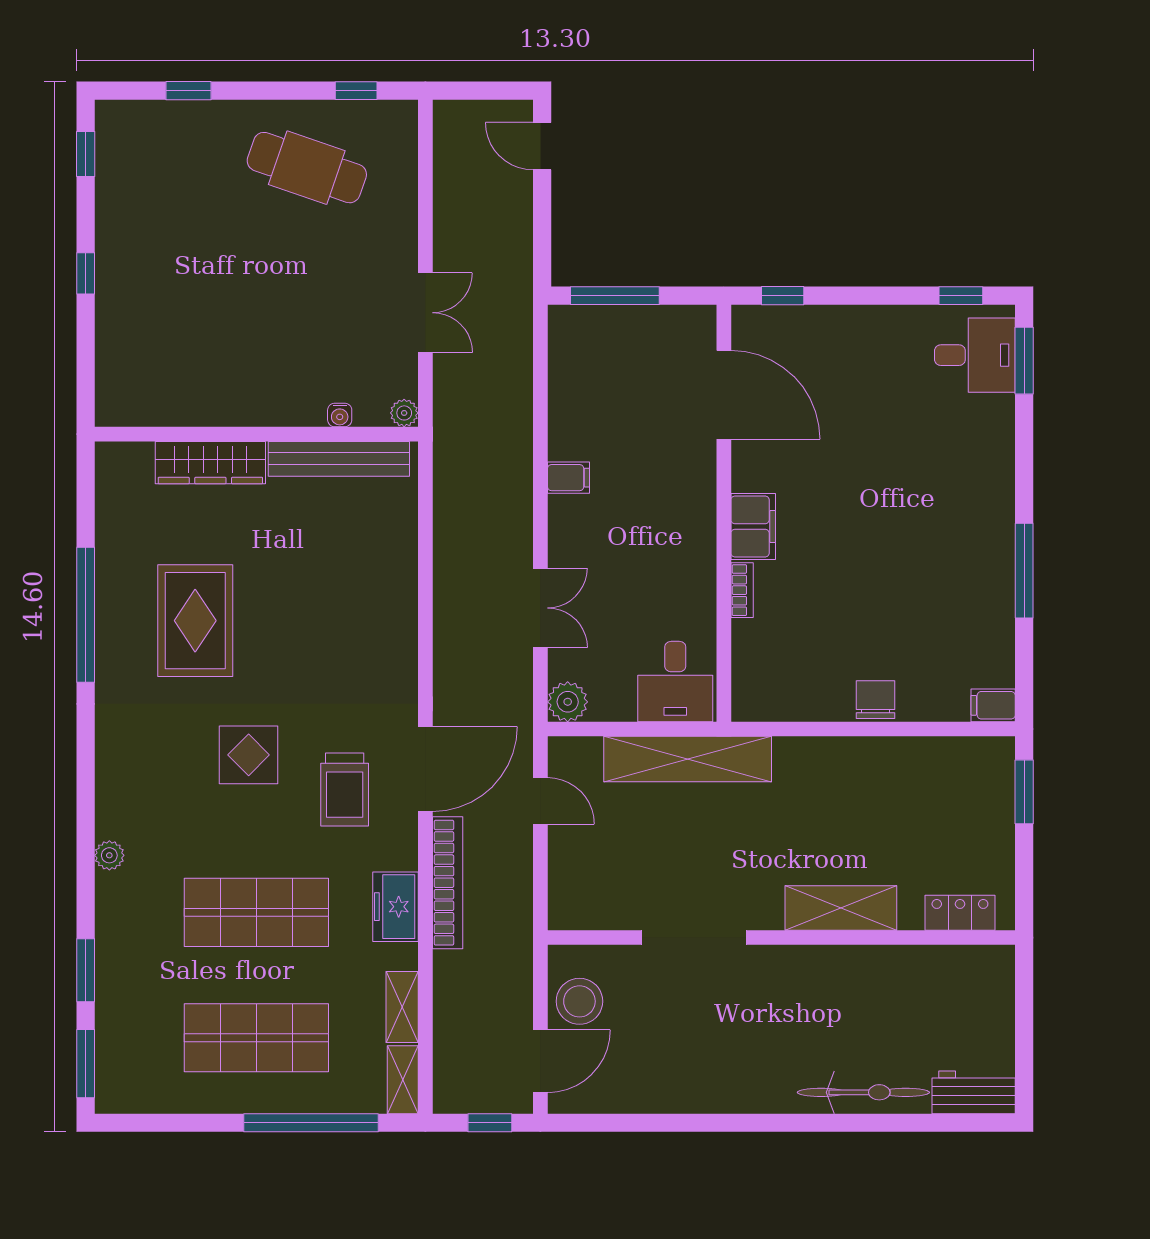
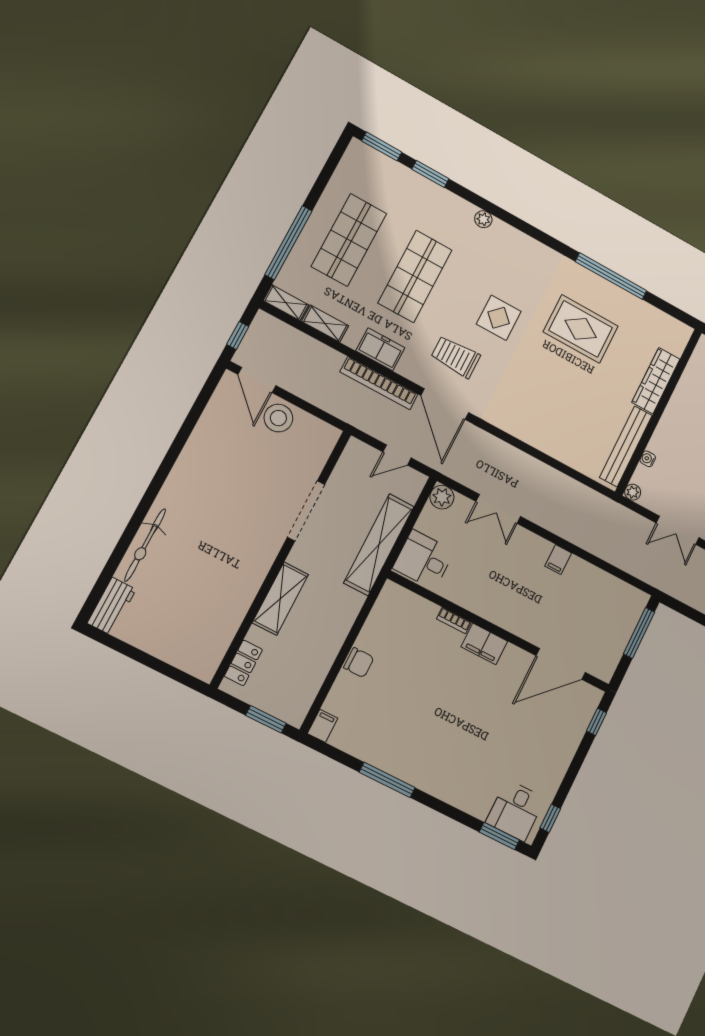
shelving: (841, 908) -> (280, 599), moved
locker: (960, 913) -> (243, 663), moved
doorway: (694, 938) -> (306, 511), moved
wall: (781, 938) -> (281, 558), moved

